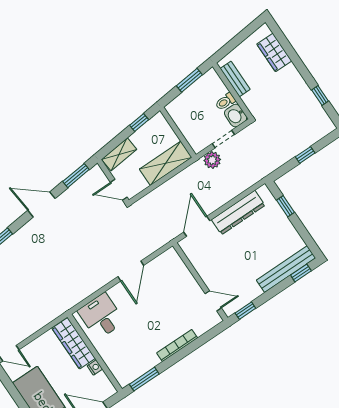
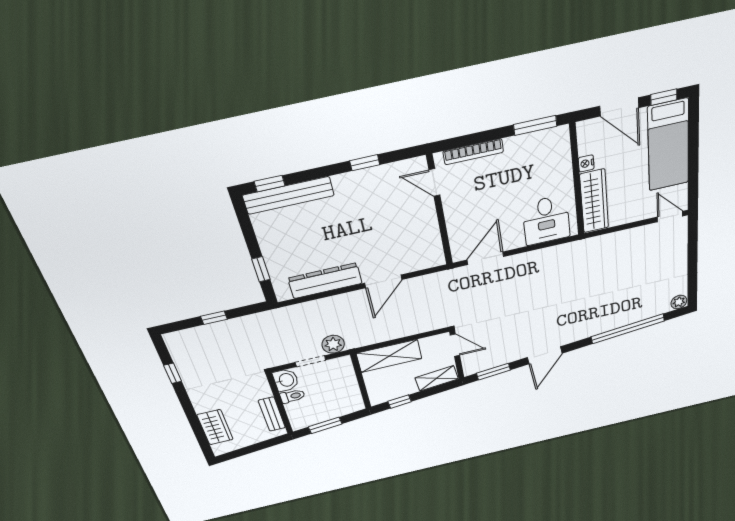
door: (42, 204) -> (545, 355), hinge flipped
wall: (200, 282) -> (440, 211), moved
door: (213, 301) -> (434, 183), moved

